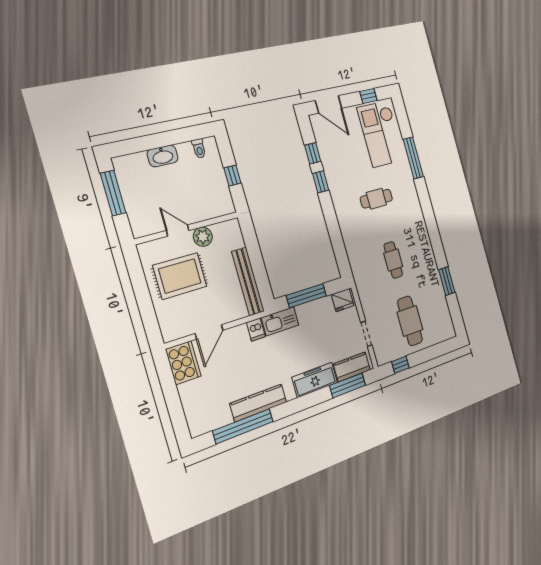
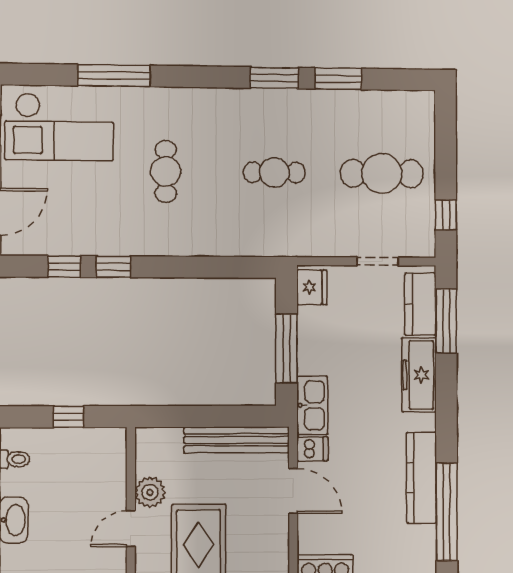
window: (437, 246) -> (274, 78), added
door: (209, 332) -> (293, 491), moved

